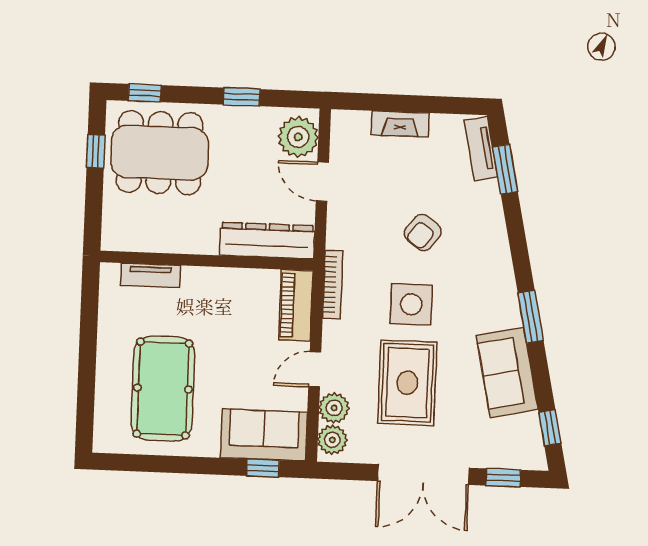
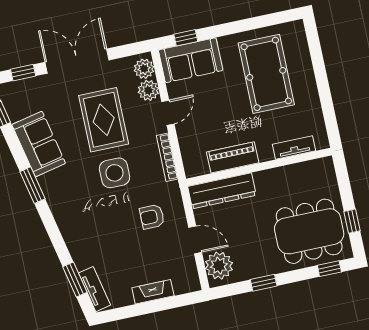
armchair: (423, 233) -> (152, 217), moved, turned -127
bookcase: (333, 285) -> (167, 157), moved
piano: (296, 305) -> (233, 157), moved, turned -90

